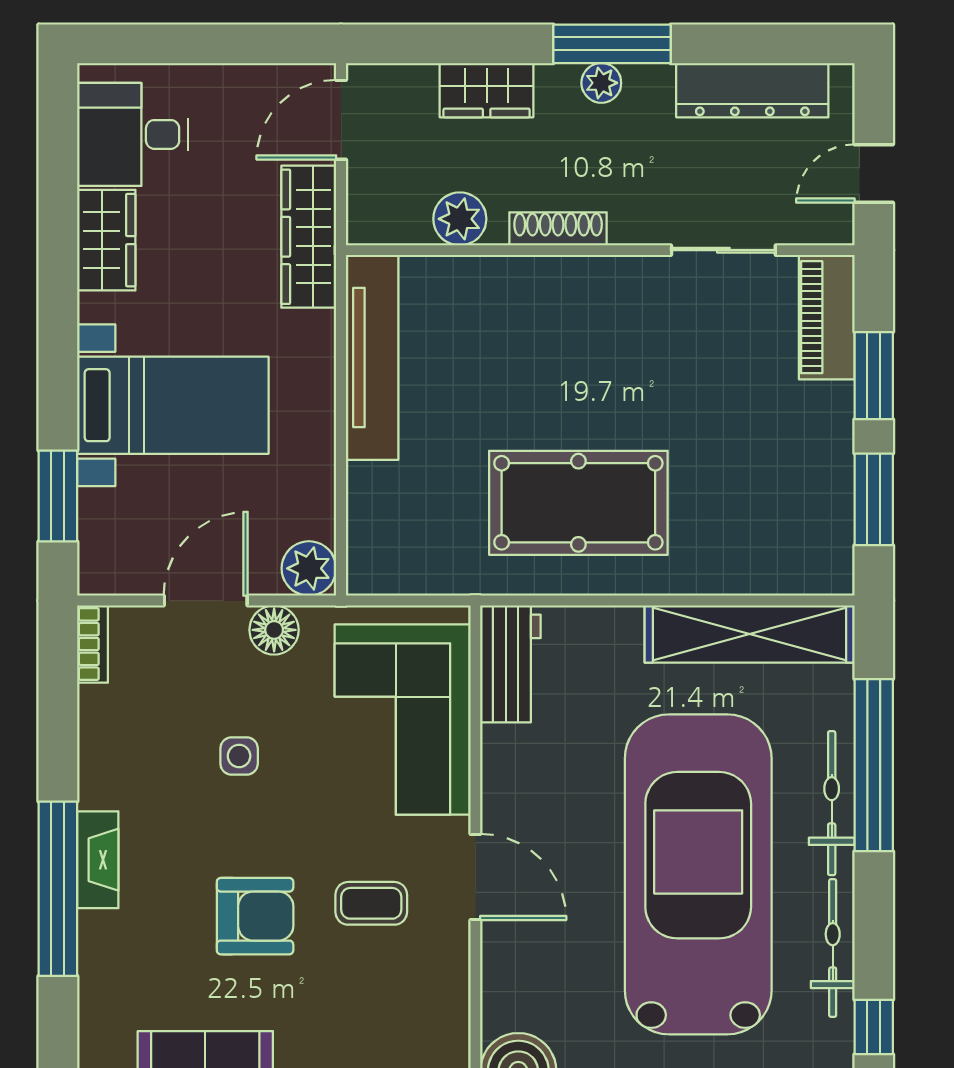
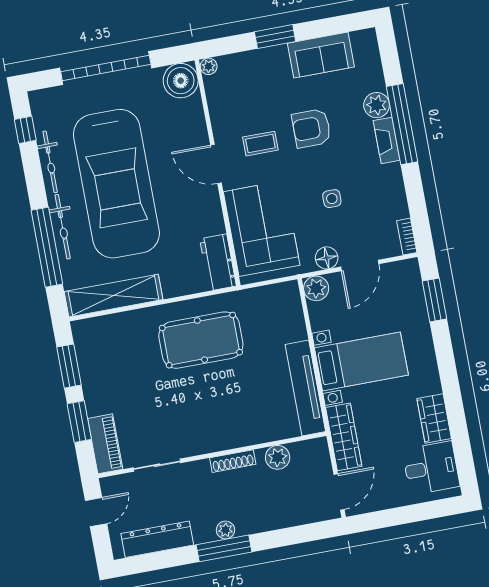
wardrobe: (487, 90) -> (276, 517), removed
bed with nightstands: (173, 405) -> (361, 361), moved, turned 180
plant: (105, 940) -> (377, 105), added

